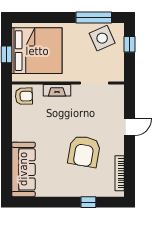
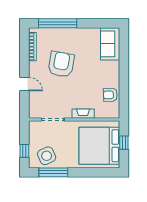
armchair: (24, 96) -> (110, 95), moved
door: (130, 127) -> (24, 84), swing flipped
sofa: (23, 169) -> (110, 44), width x0.73
window: (88, 202) -> (58, 23), width x3.17

